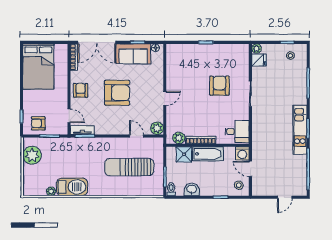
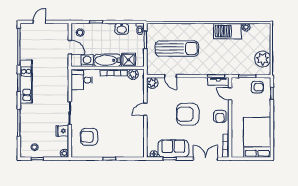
double door: (97, 42) -> (206, 159), width x0.73
fridge: (259, 60) -> (62, 131), moved
armchair: (219, 86) -> (89, 137), moved, turned 90
washing machine: (242, 153) -> (87, 61), moved

